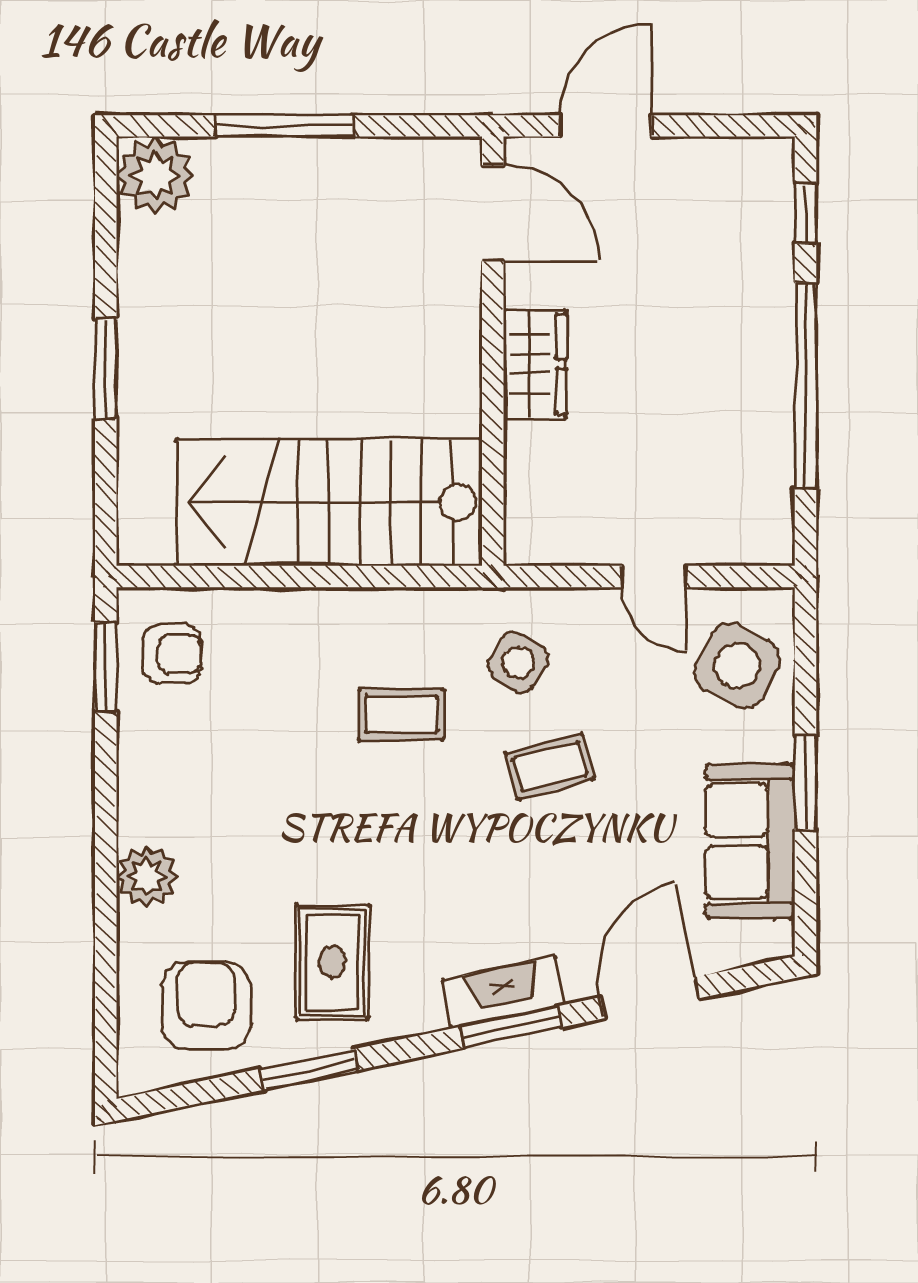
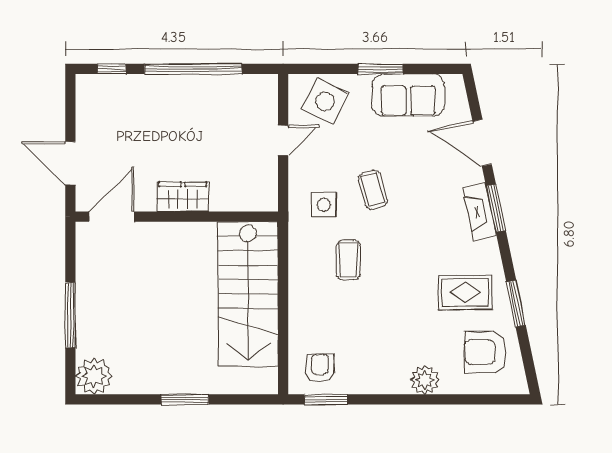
side table: (518, 662) -> (324, 205), turned -34

